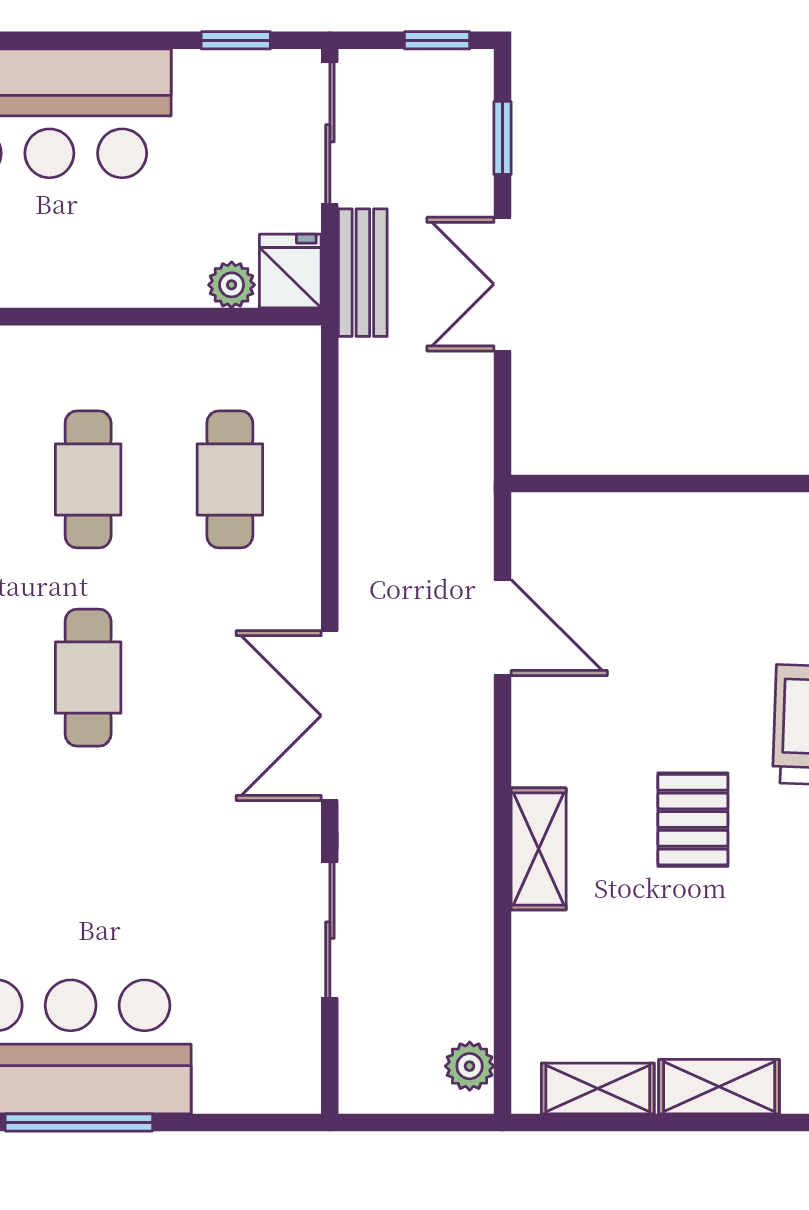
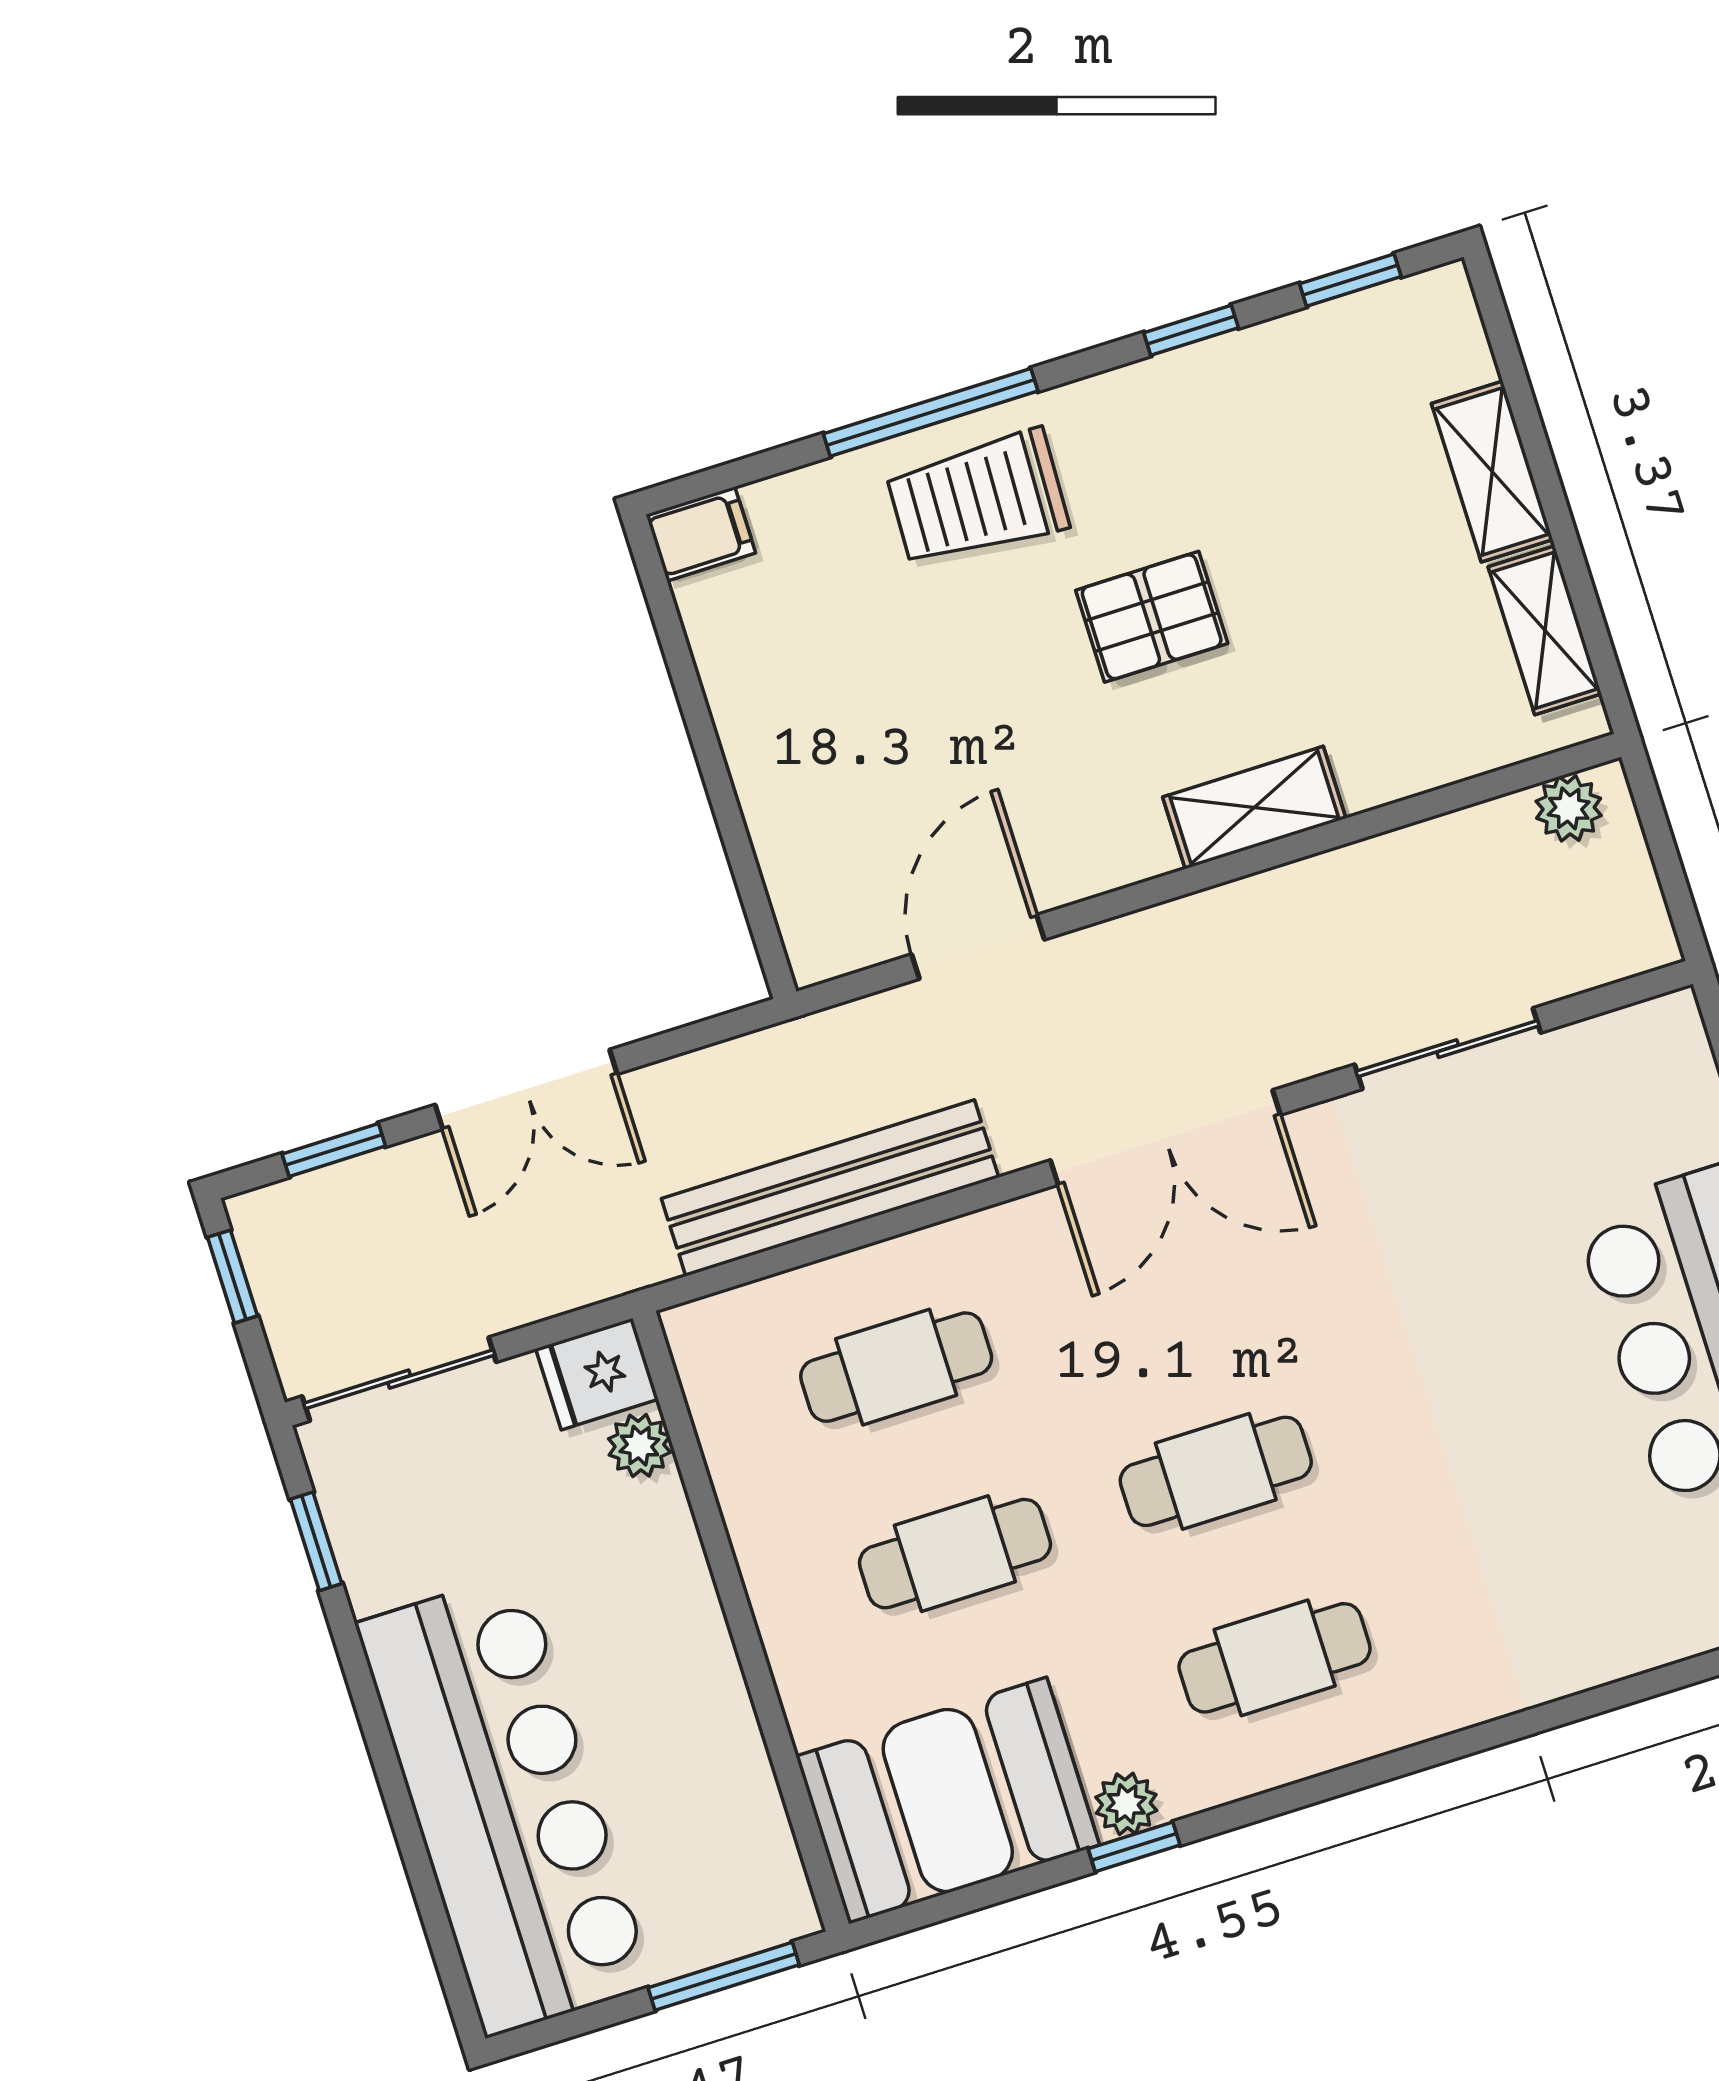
bench: (363, 273) -> (830, 1188), moved, width x1.86, depth x1.21

